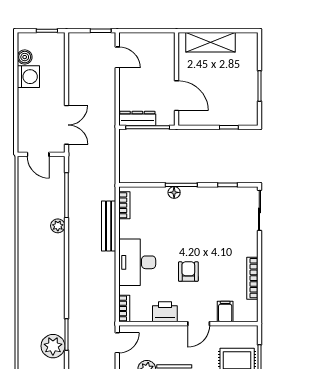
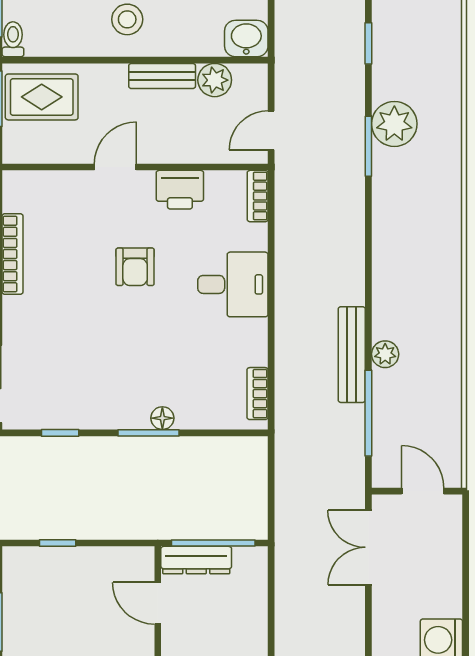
door: (177, 96) -> (158, 603), width x0.73
dresser: (137, 118) -> (196, 560), moved
bench: (109, 226) -> (352, 355), moved
desk: (137, 262) -> (233, 284), width x0.73
filing cabinet: (225, 312) -> (65, 190), removed

